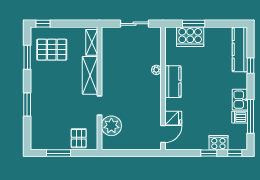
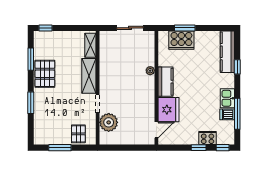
pallet: (52, 50) -> (45, 74), moved, turned 90
fridge: (173, 118) -> (168, 110), width x1.88, depth x1.34

